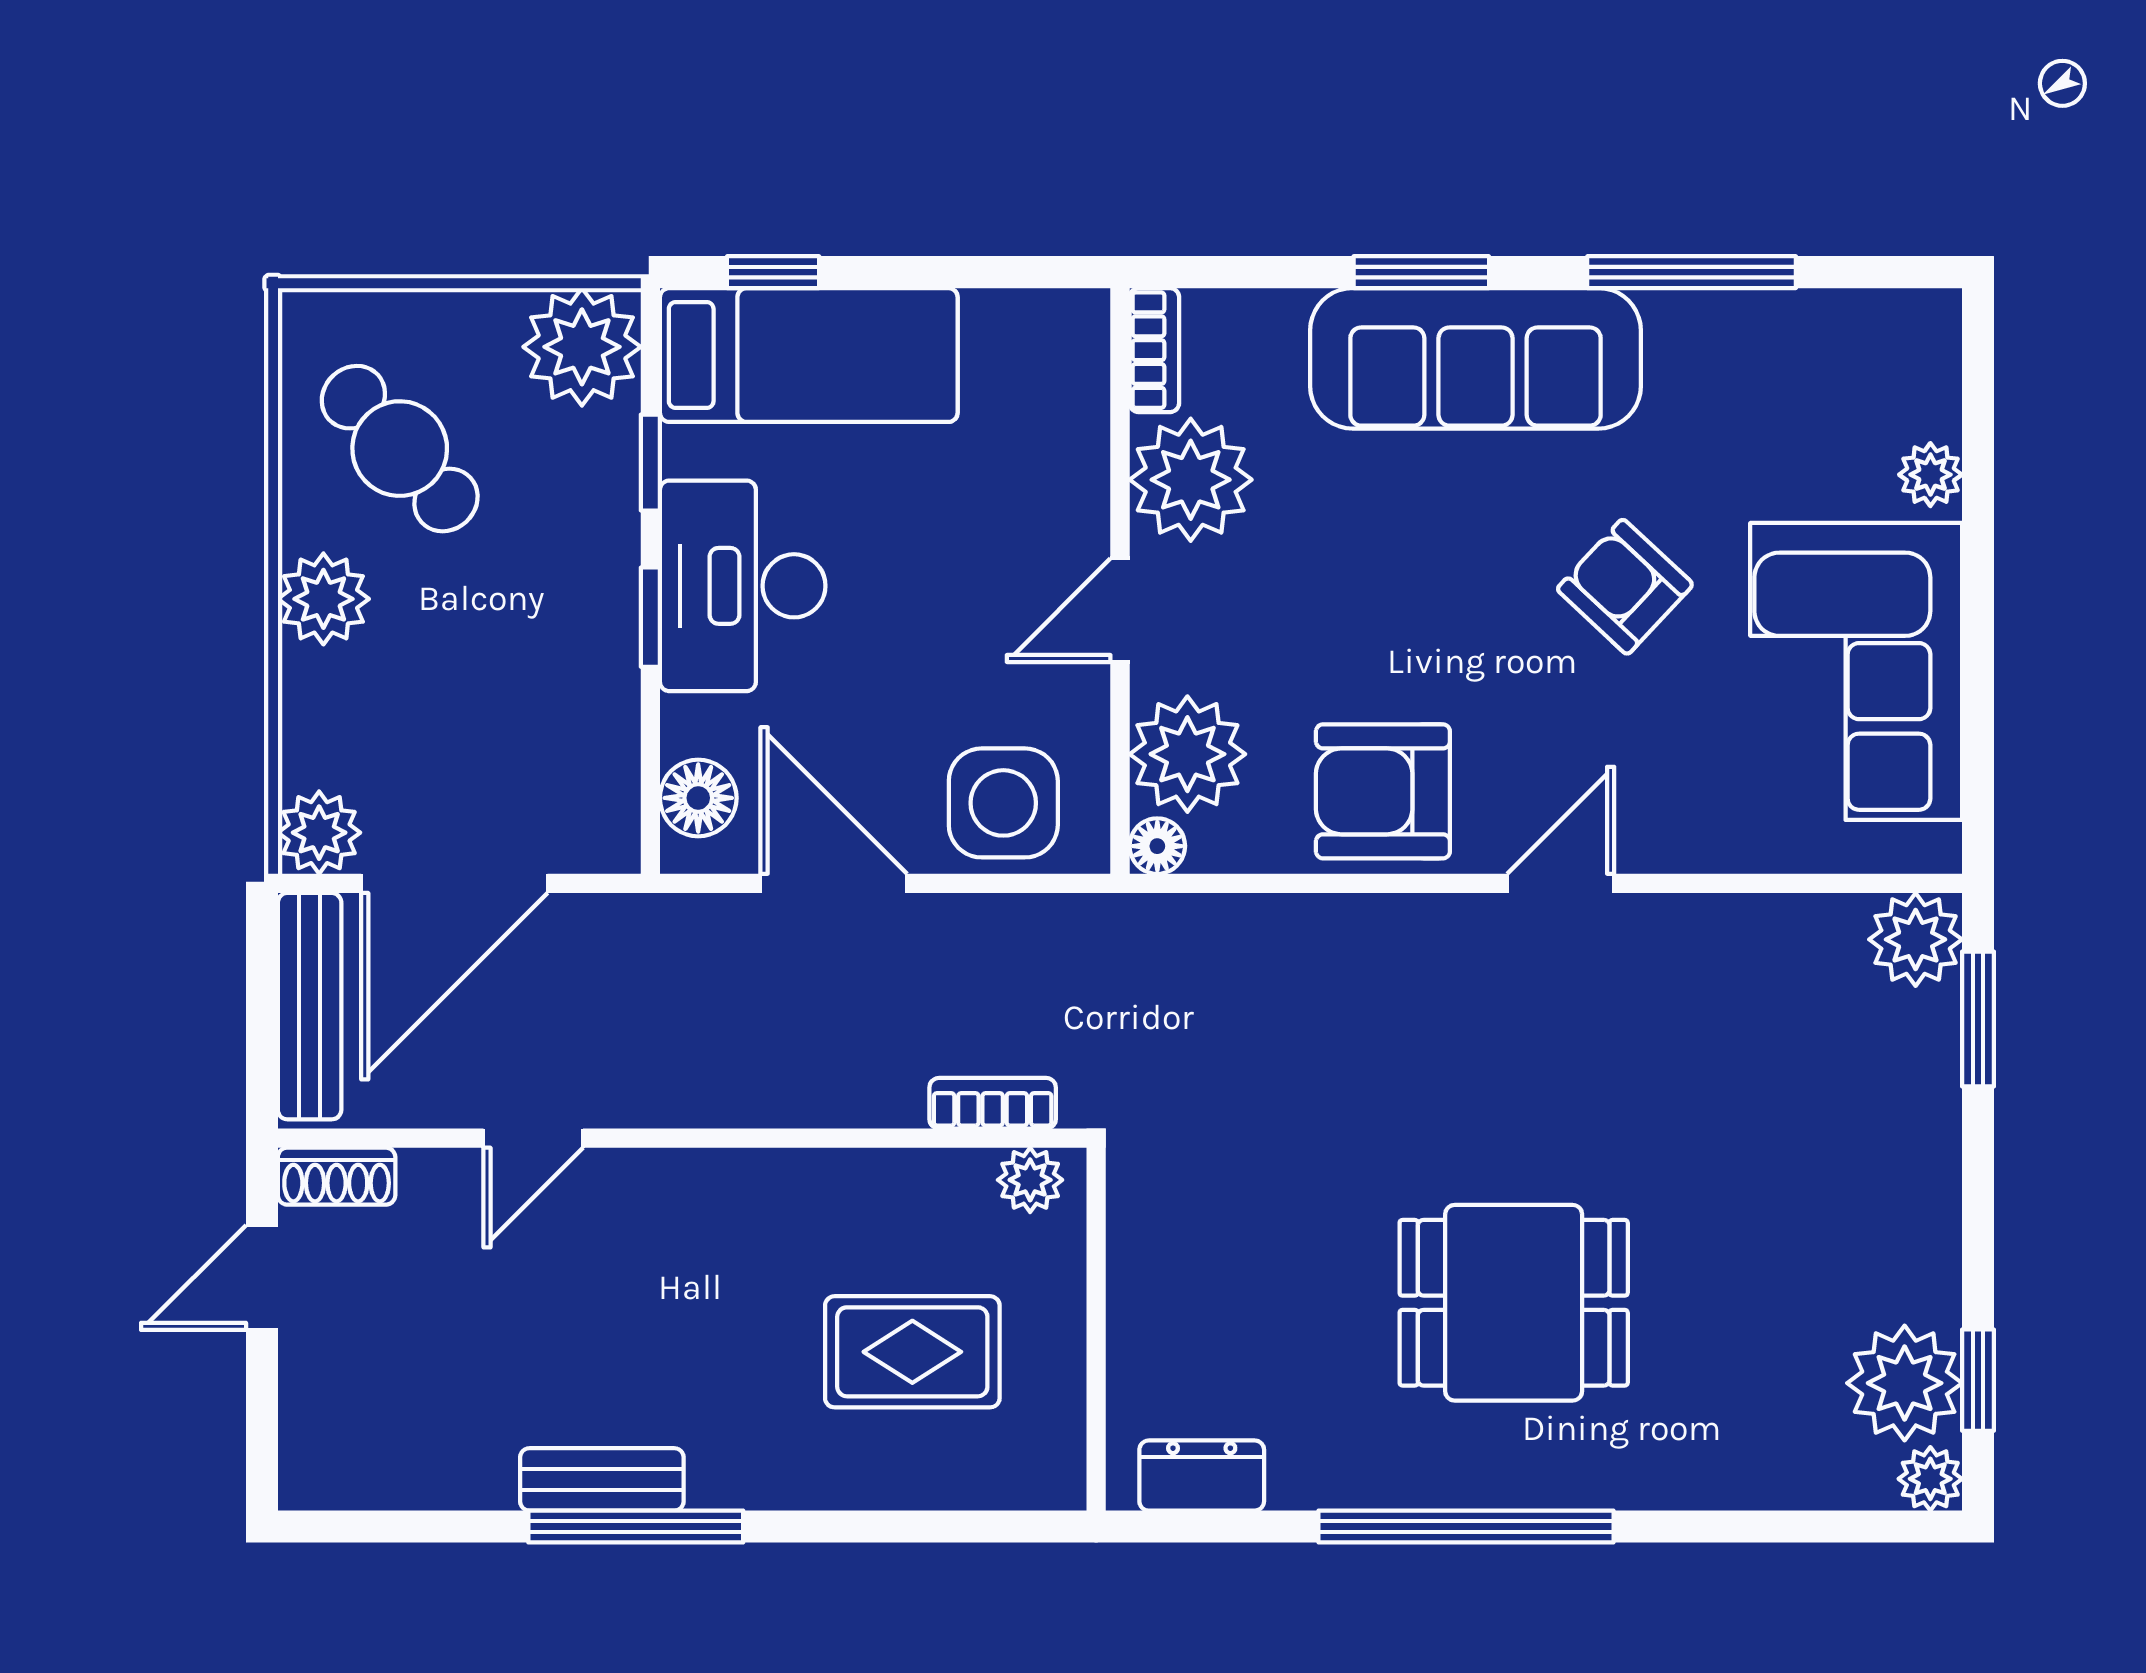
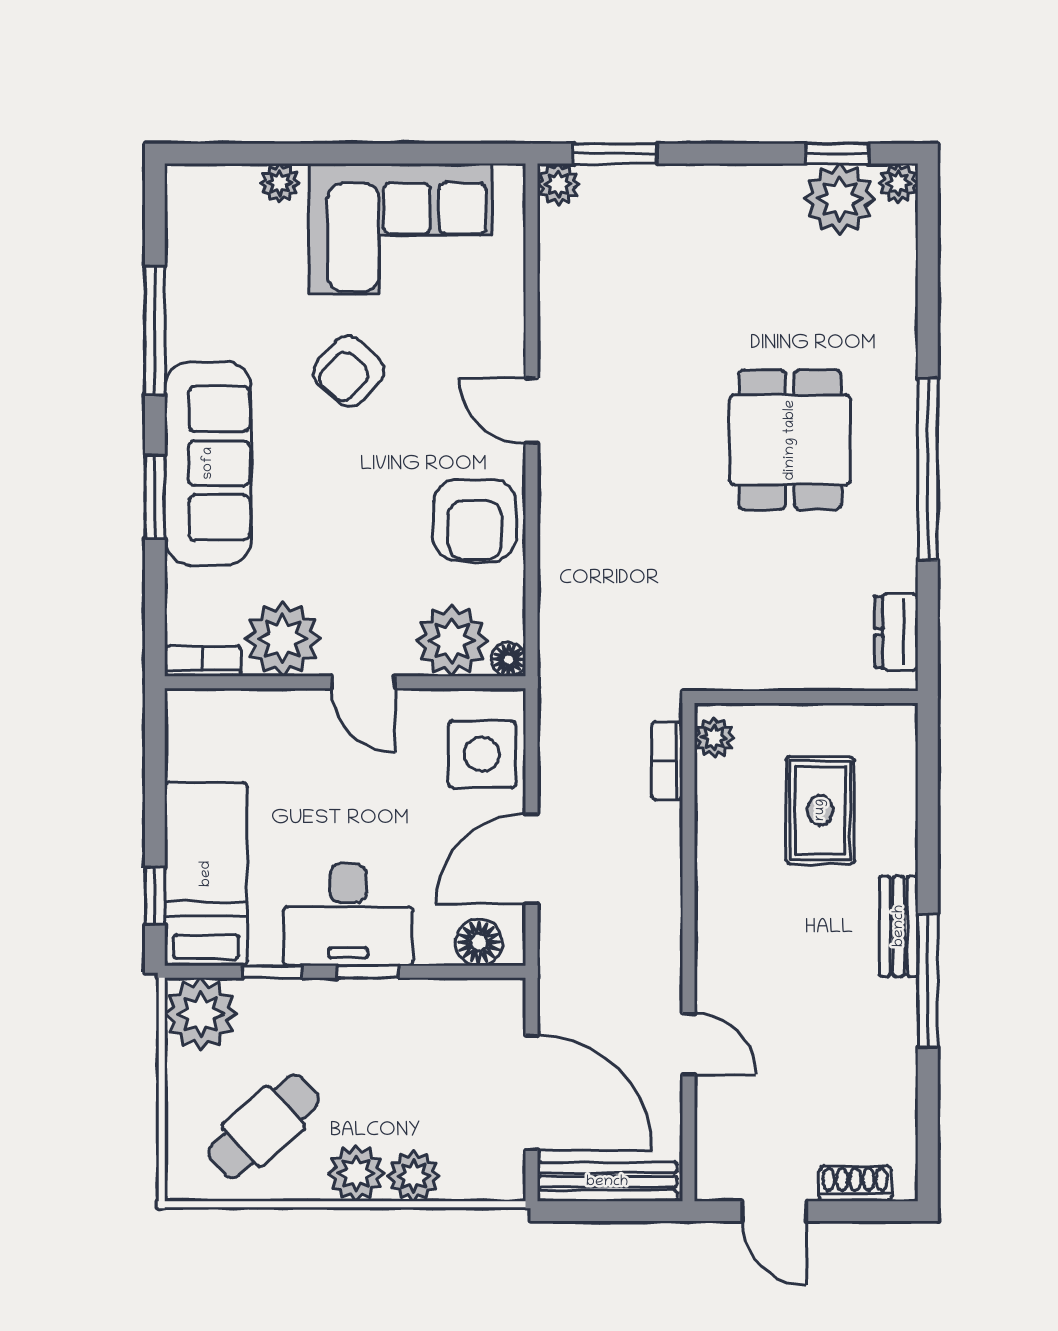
plant: (319, 833) -> (414, 1176), moved
plant: (1916, 939) -> (558, 184), width x0.73, depth x0.73
shoe rack: (337, 1176) -> (855, 1184), moved, turned -90
bench: (602, 1479) -> (899, 926), moved

